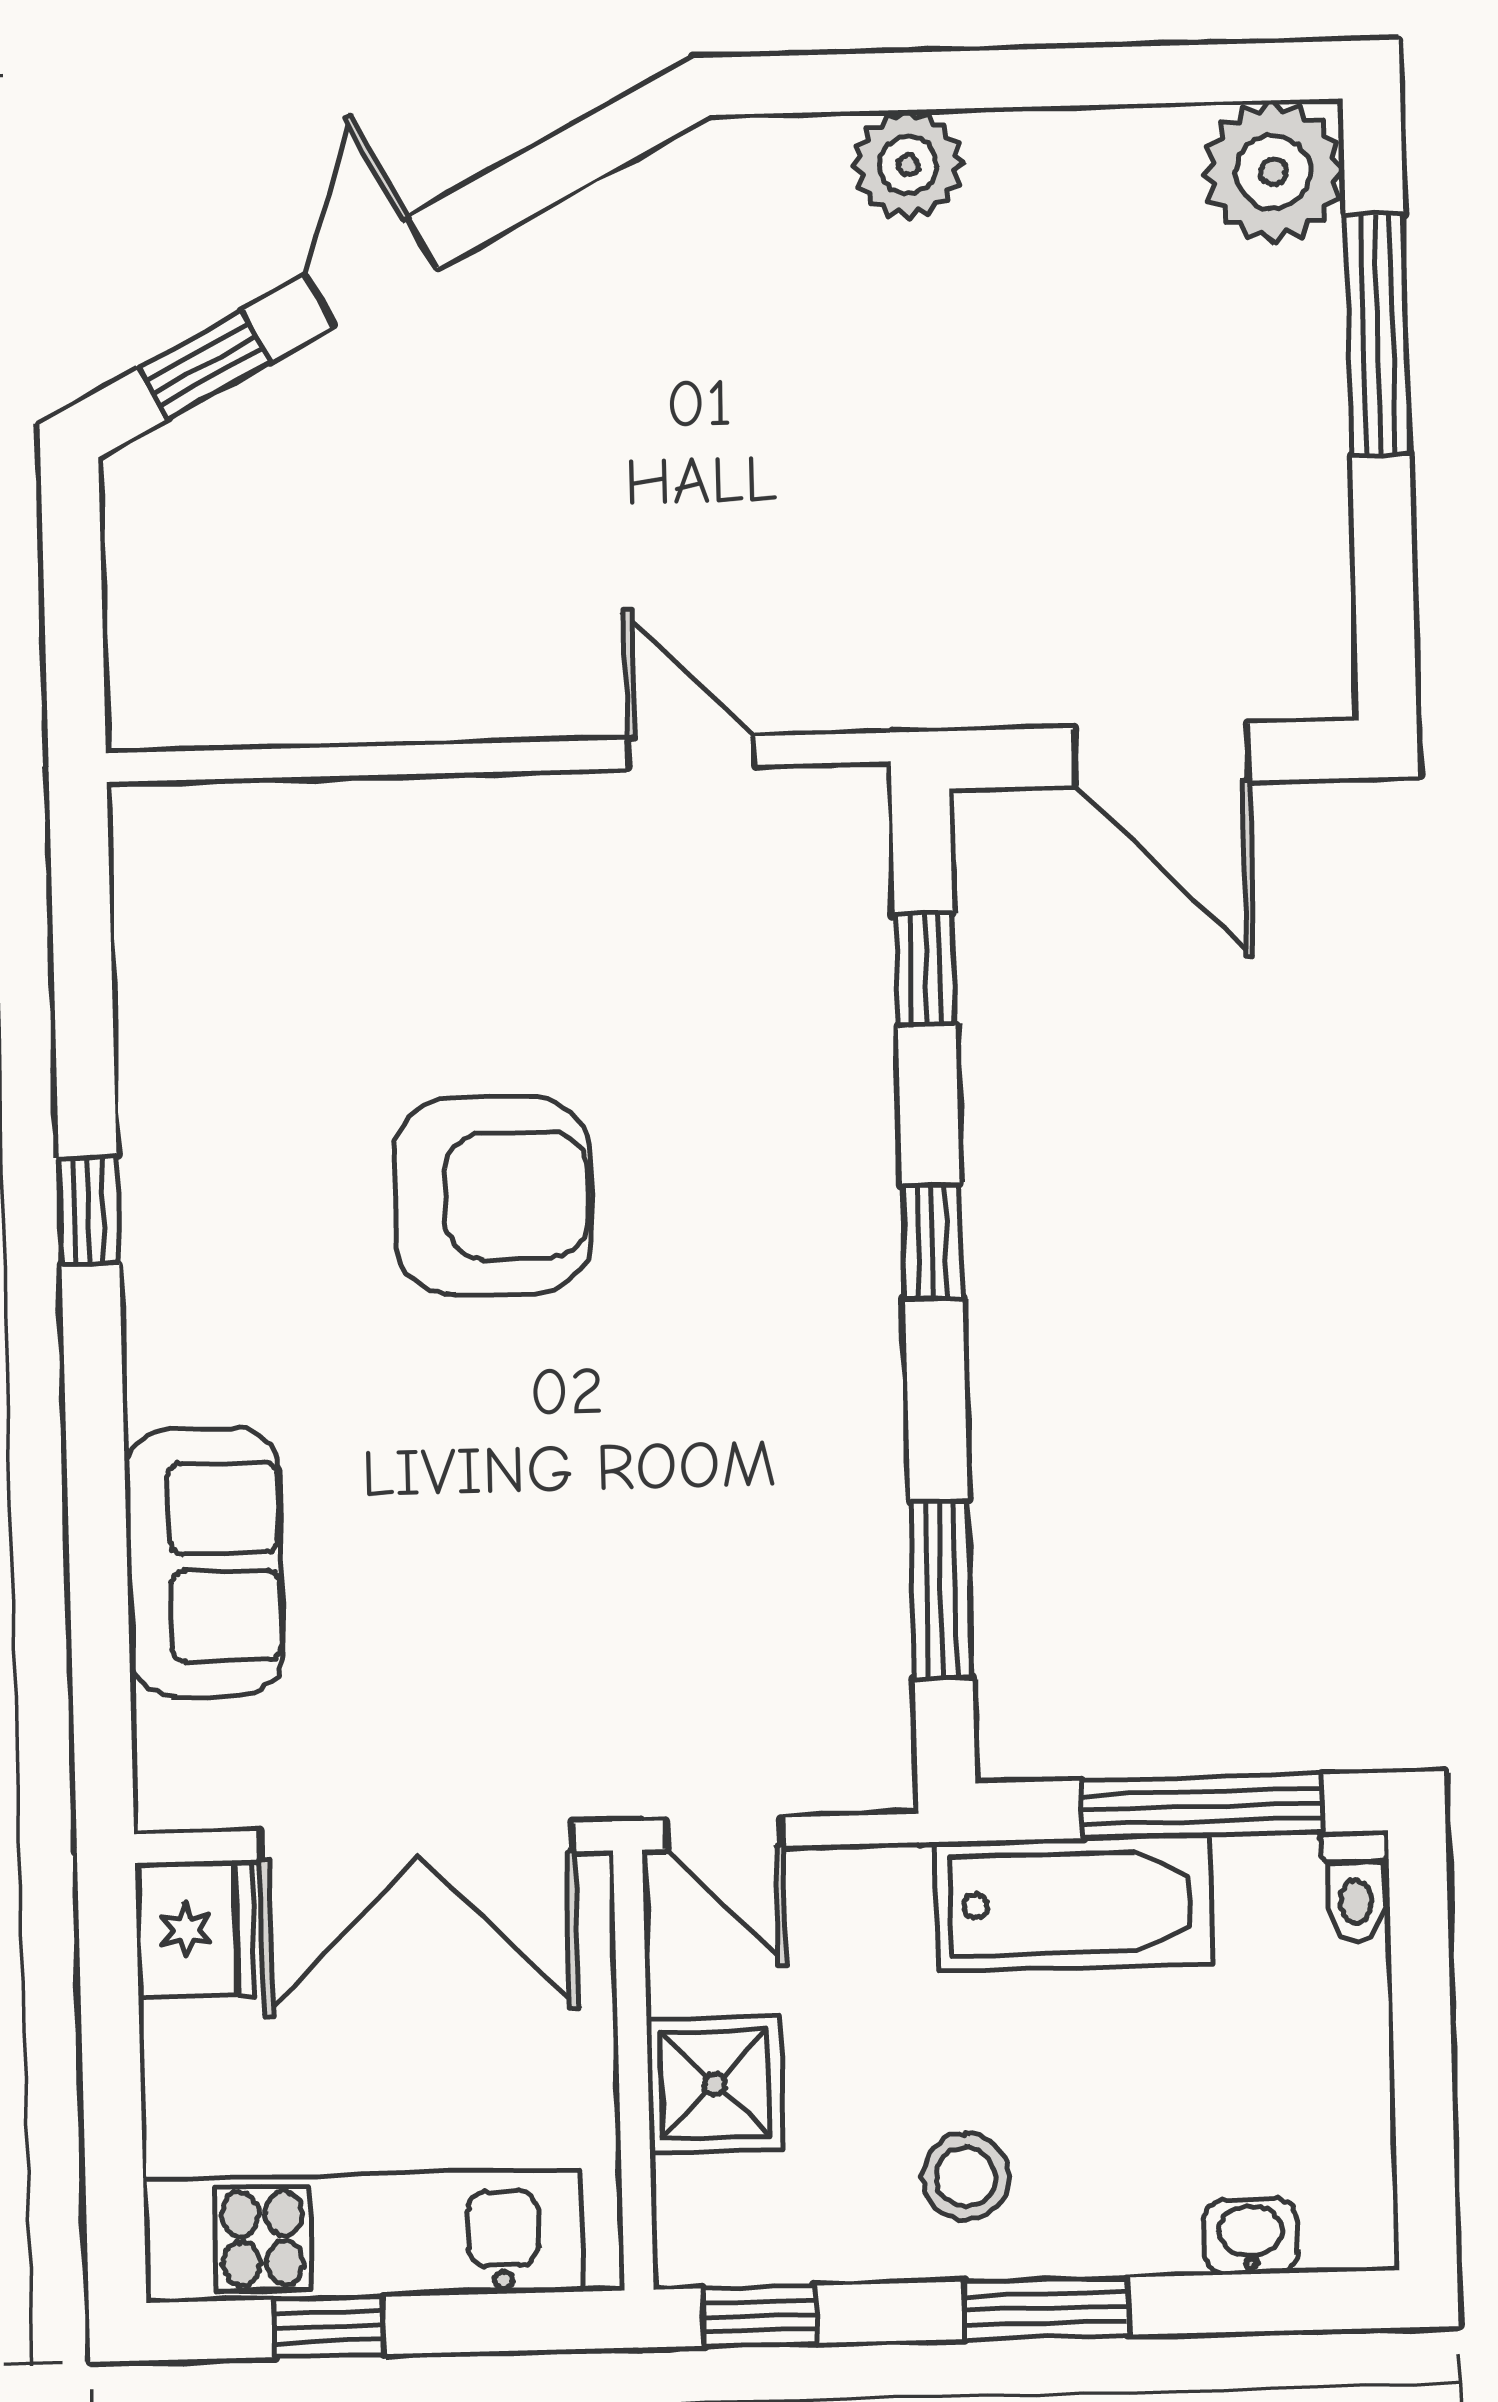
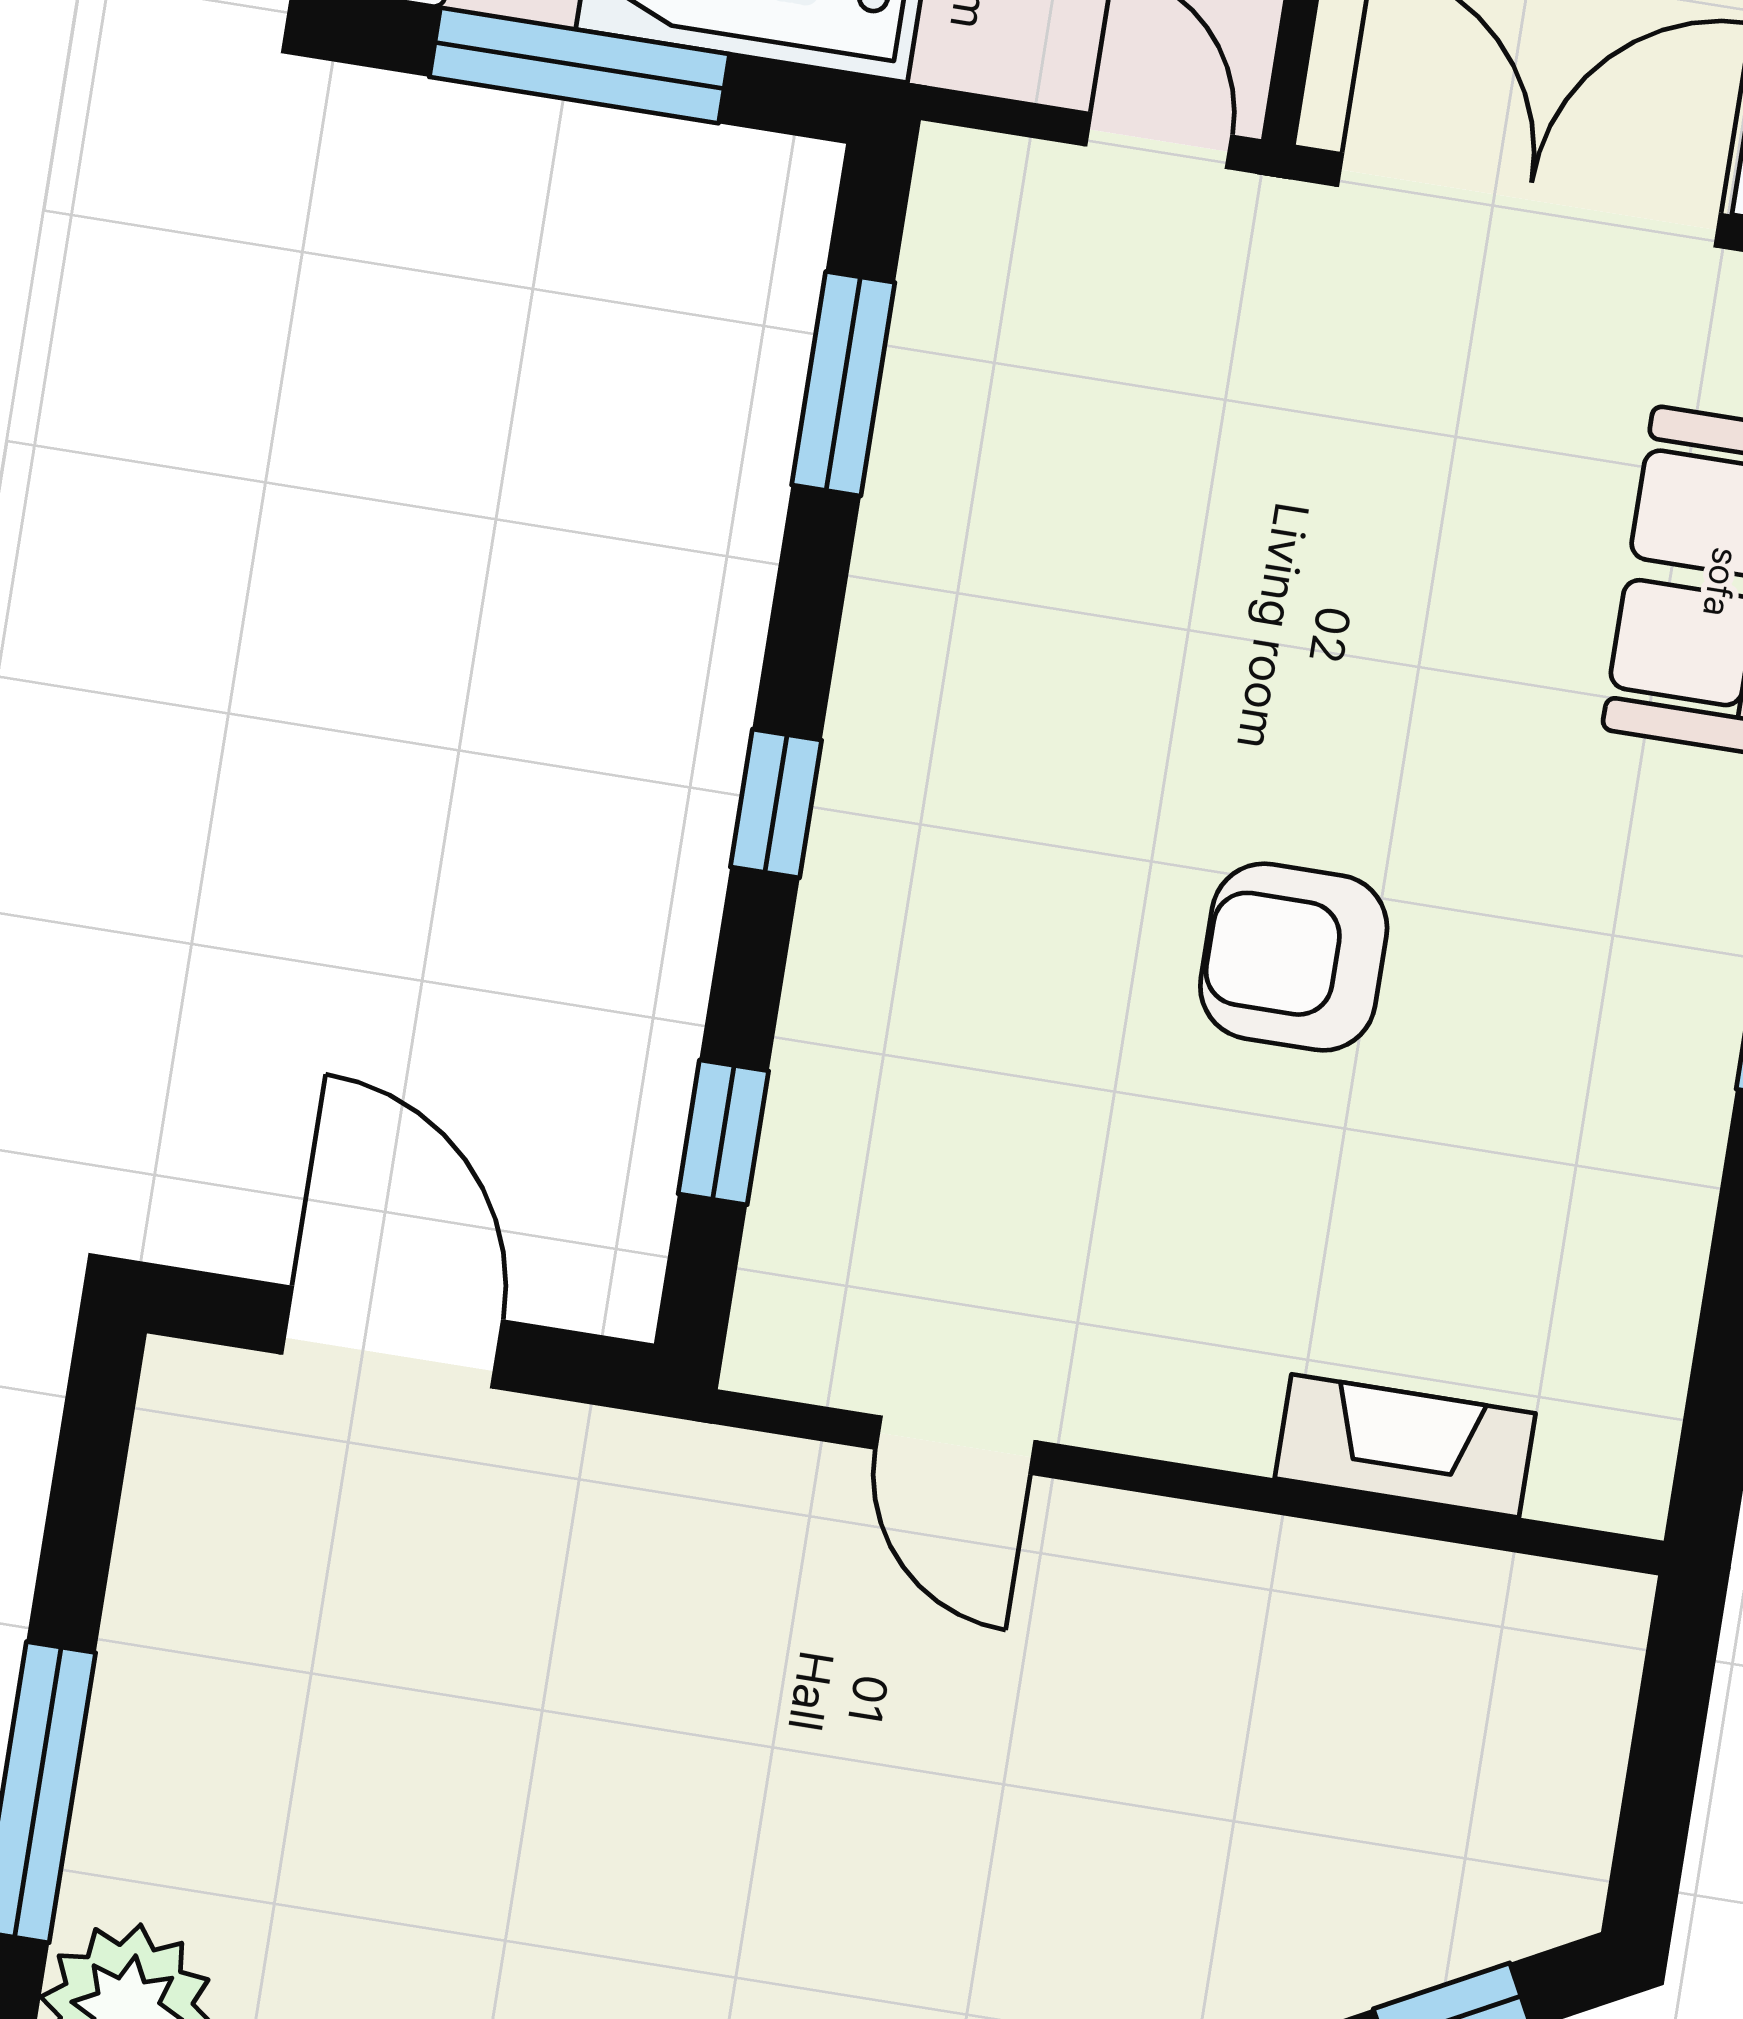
fireplace: (329, 819) -> (1405, 1446), added
armchair: (492, 1196) -> (1294, 957), width x0.73, depth x0.73

